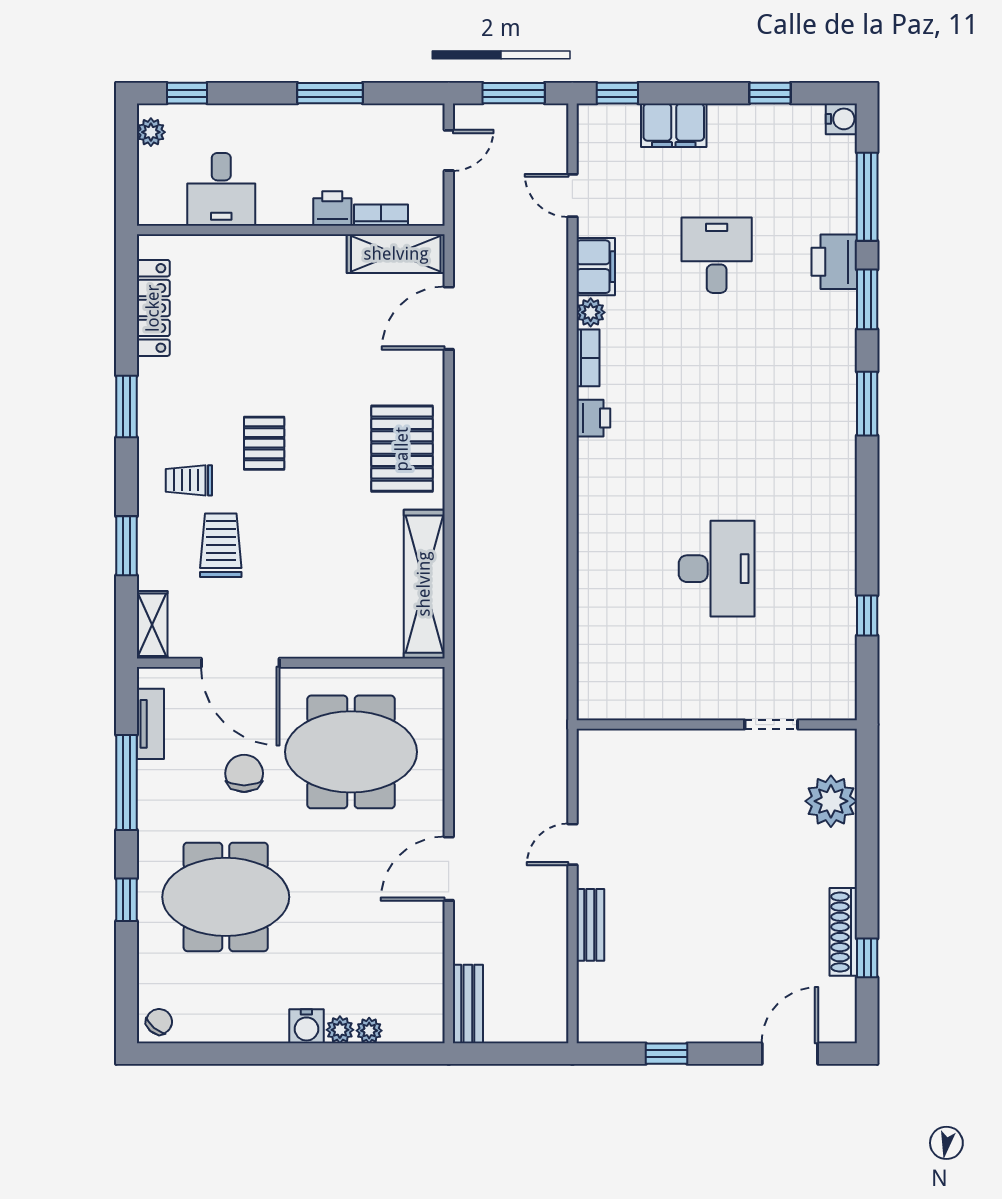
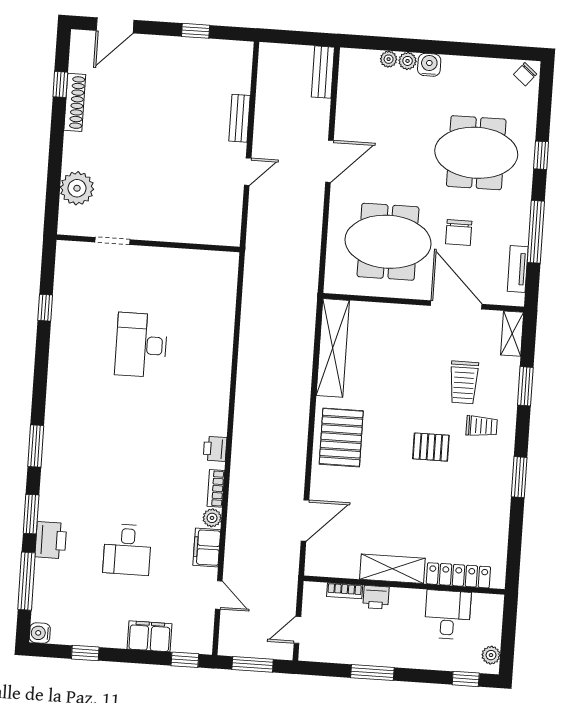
shelving: (396, 254) -> (392, 569), moved
locker: (153, 308) -> (458, 575), moved, turned 90
pallet: (264, 443) -> (431, 447), turned 90

